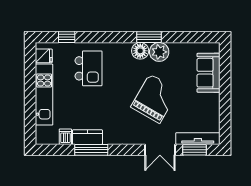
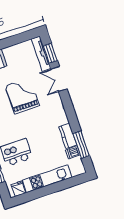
grand piano: (155, 99) -> (22, 96), turned 60
window: (91, 150) -> (81, 145), moved
double door: (160, 150) -> (59, 79), swing flipped

